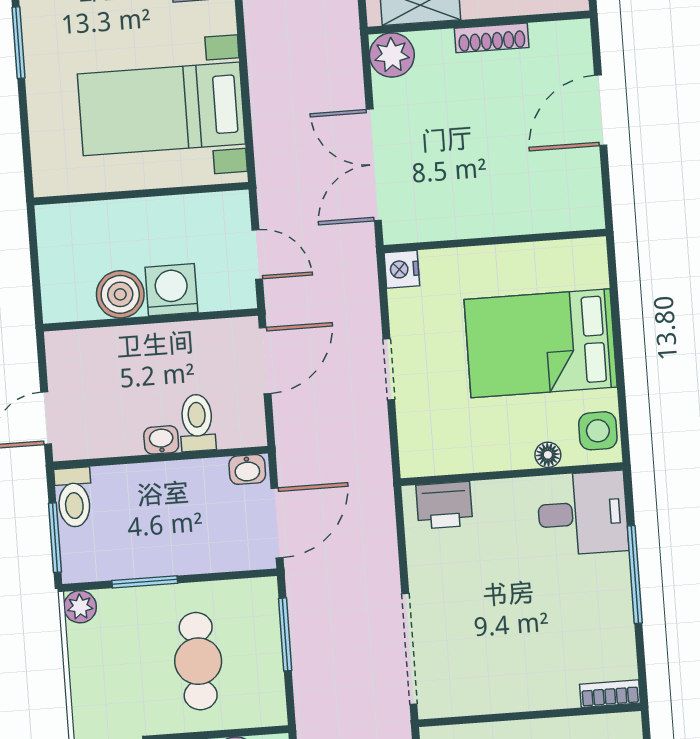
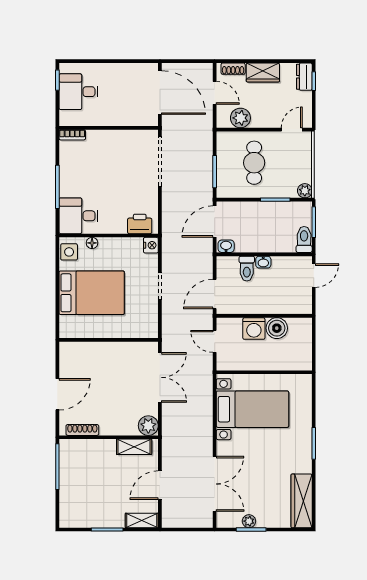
shoe rack: (492, 38) -> (82, 430), moved
nightstand: (402, 269) -> (151, 245), moved

